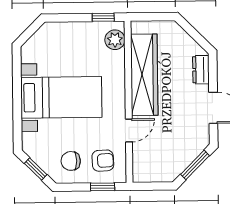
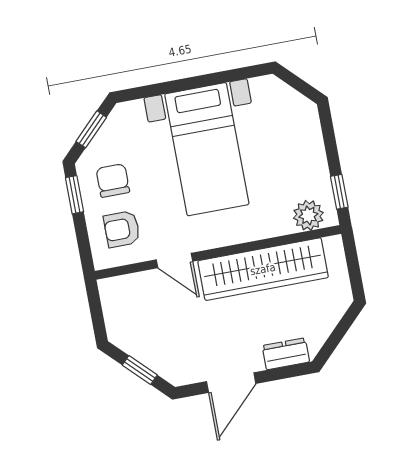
armchair: (103, 161) -> (122, 229), turned 93
window: (195, 165) -> (140, 370), width x0.67
window: (103, 187) -> (74, 195), moved

